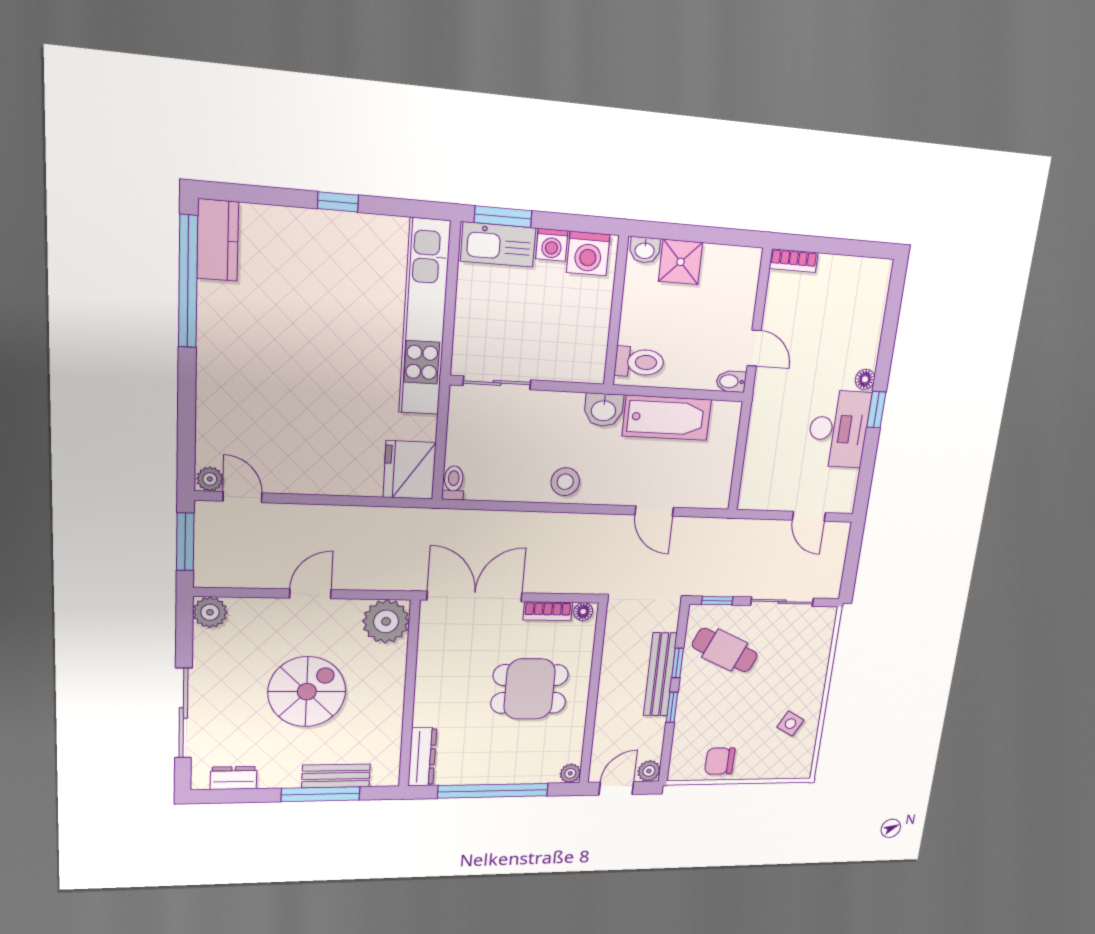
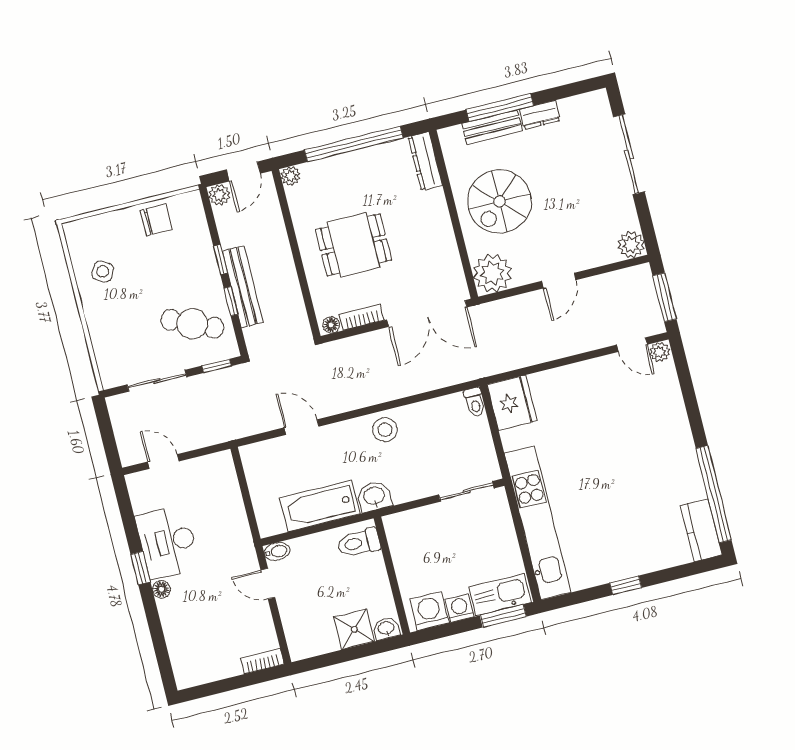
spiral stairs: (307, 692) -> (499, 201), moved
dresser: (233, 778) -> (540, 115), moved

